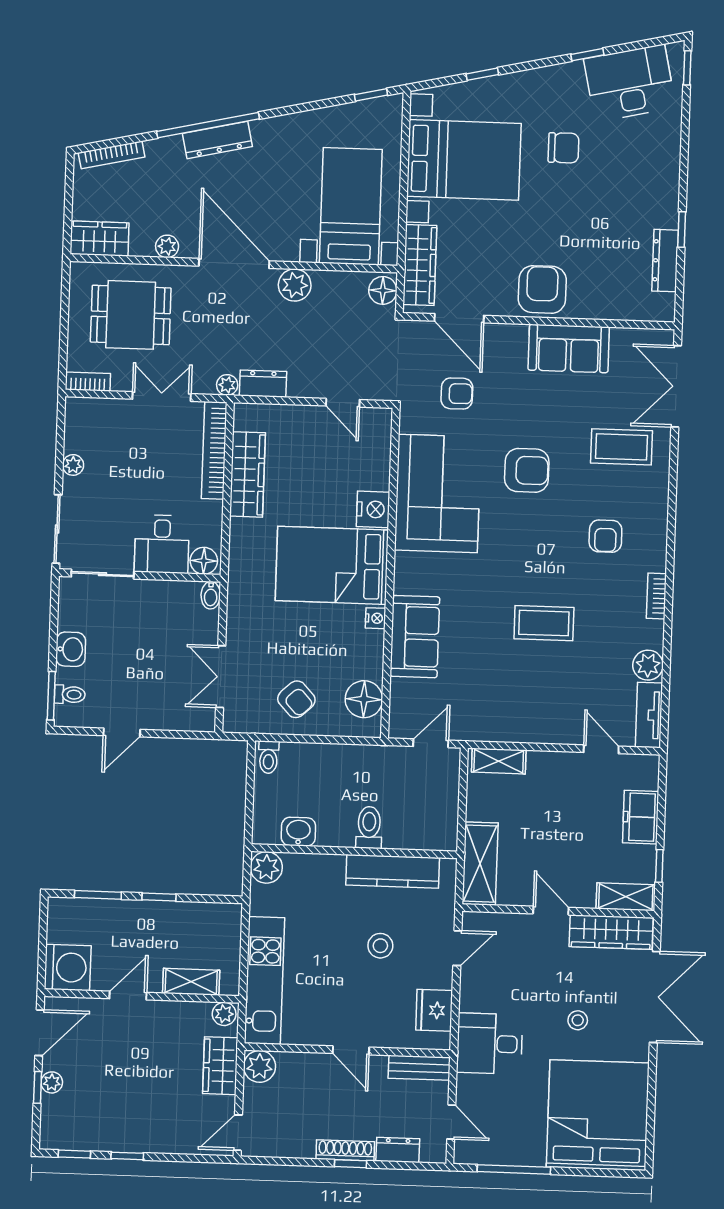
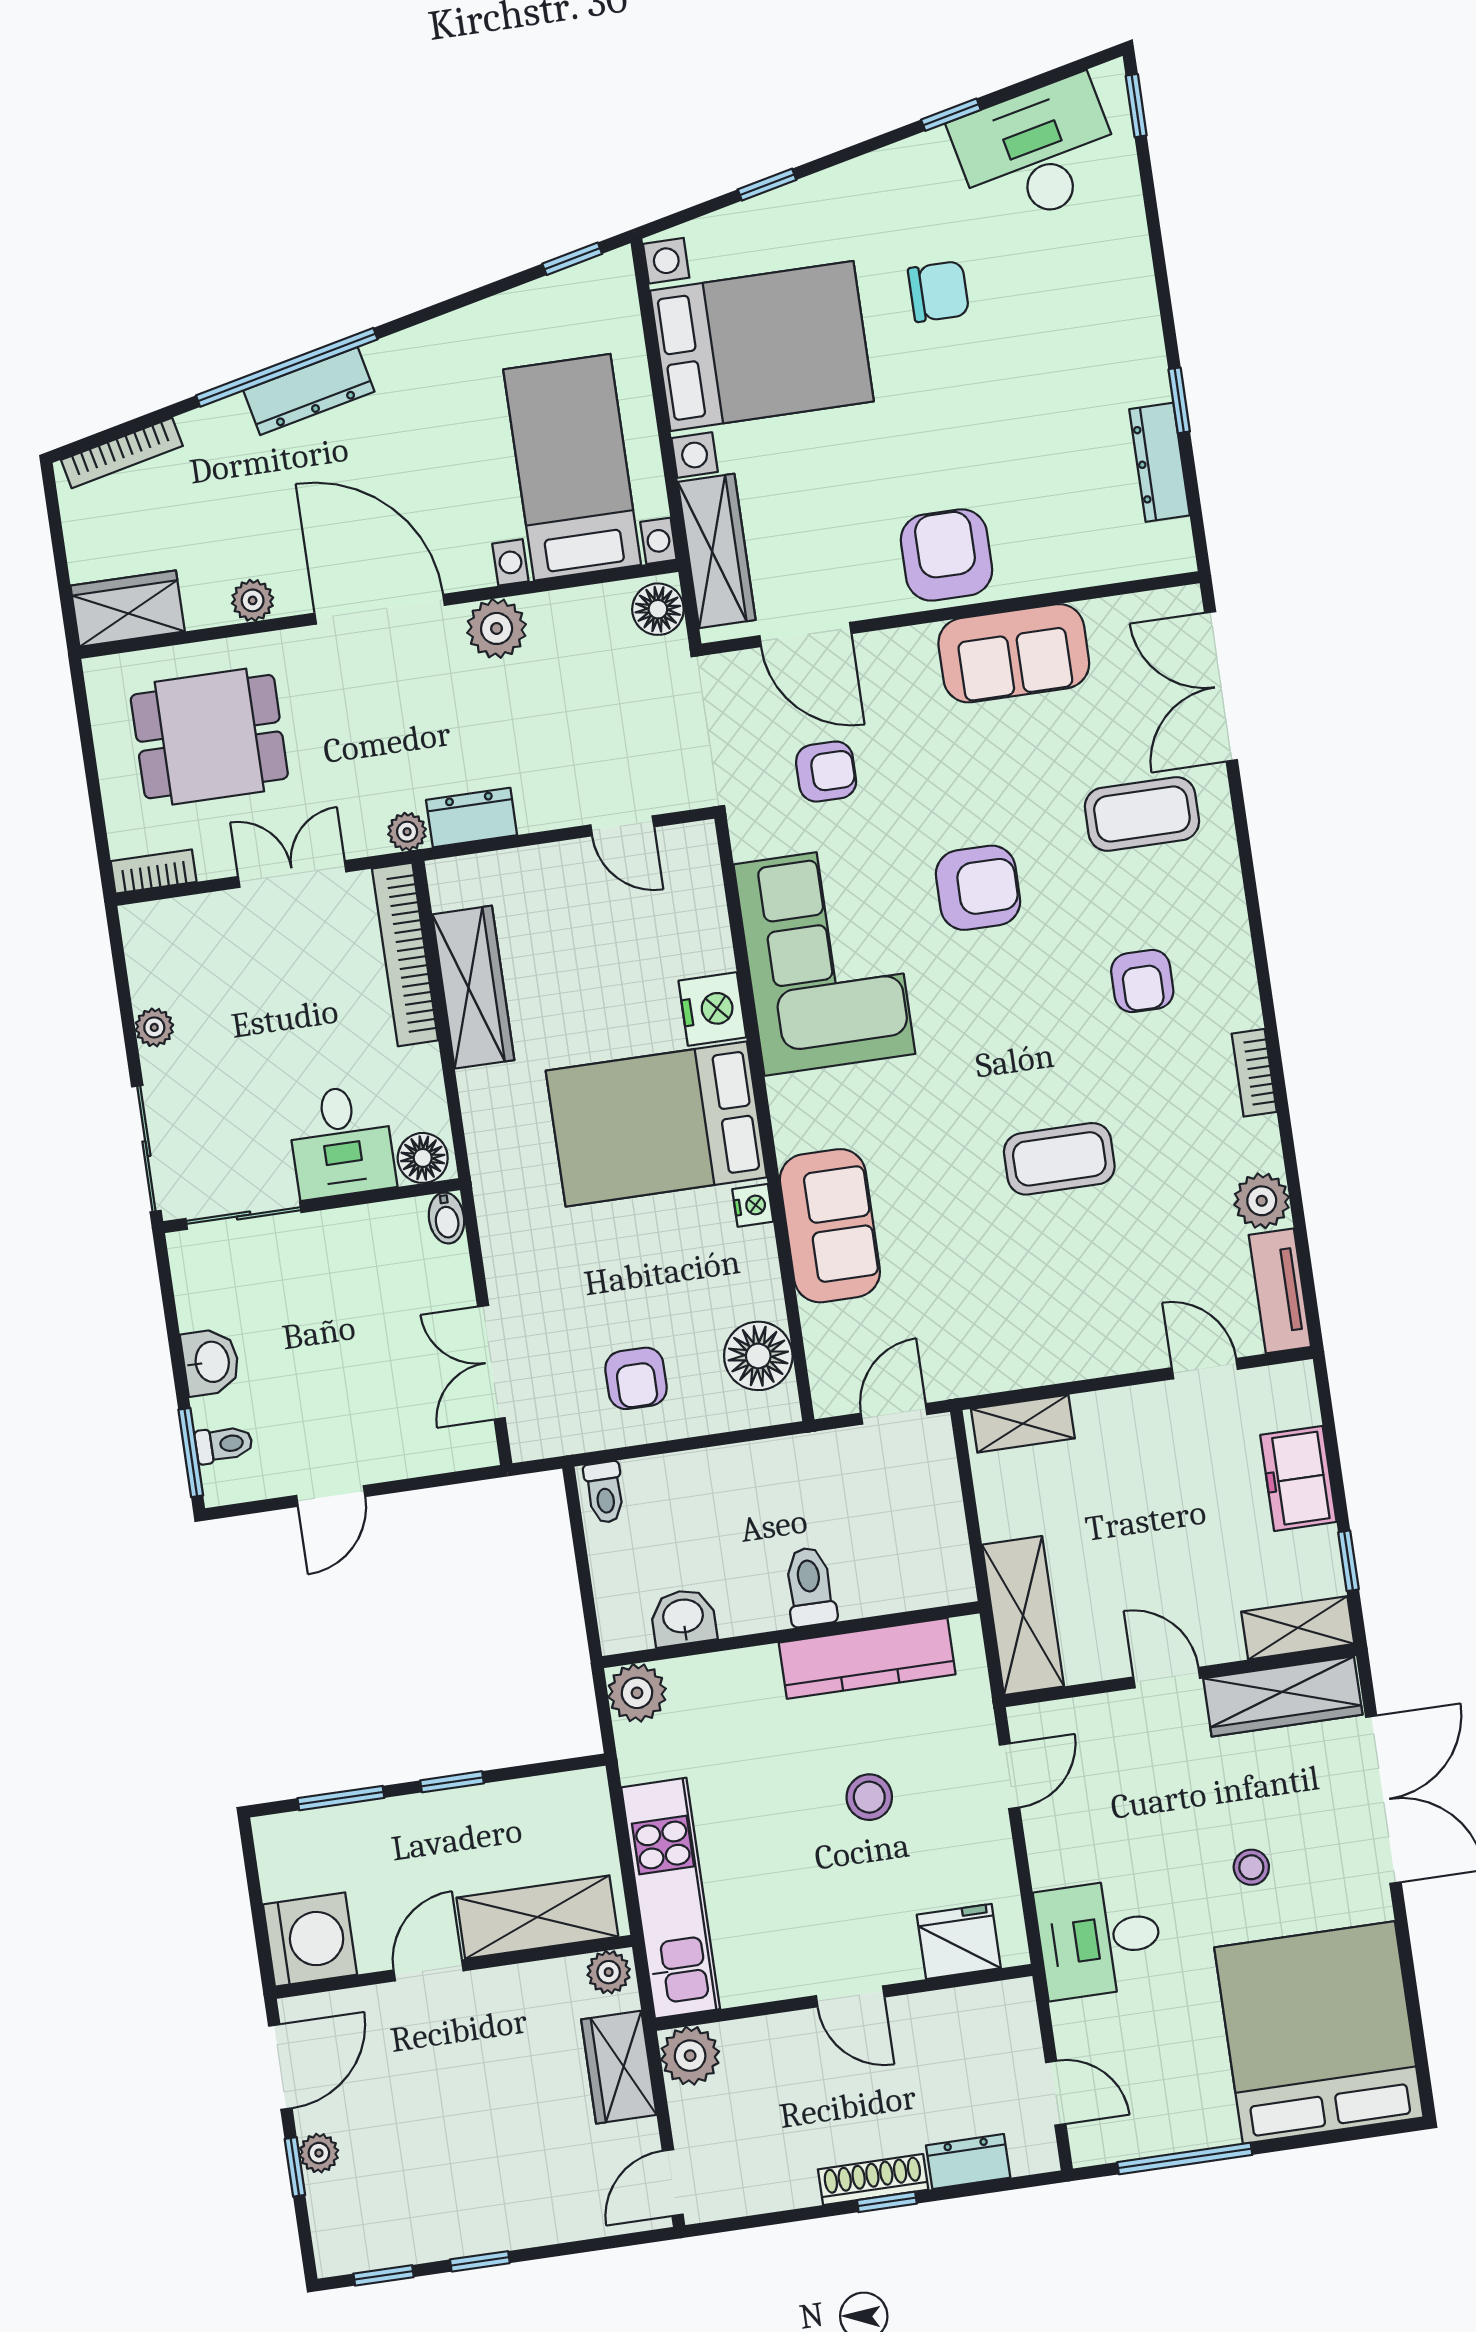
armchair: (296, 699) -> (636, 1378), turned 43
shelving: (191, 982) -> (537, 1917), width x1.50, depth x1.33
fridge: (434, 1010) -> (959, 1941), moved, turned 90
bench: (419, 1068) -> (980, 2005), removed

